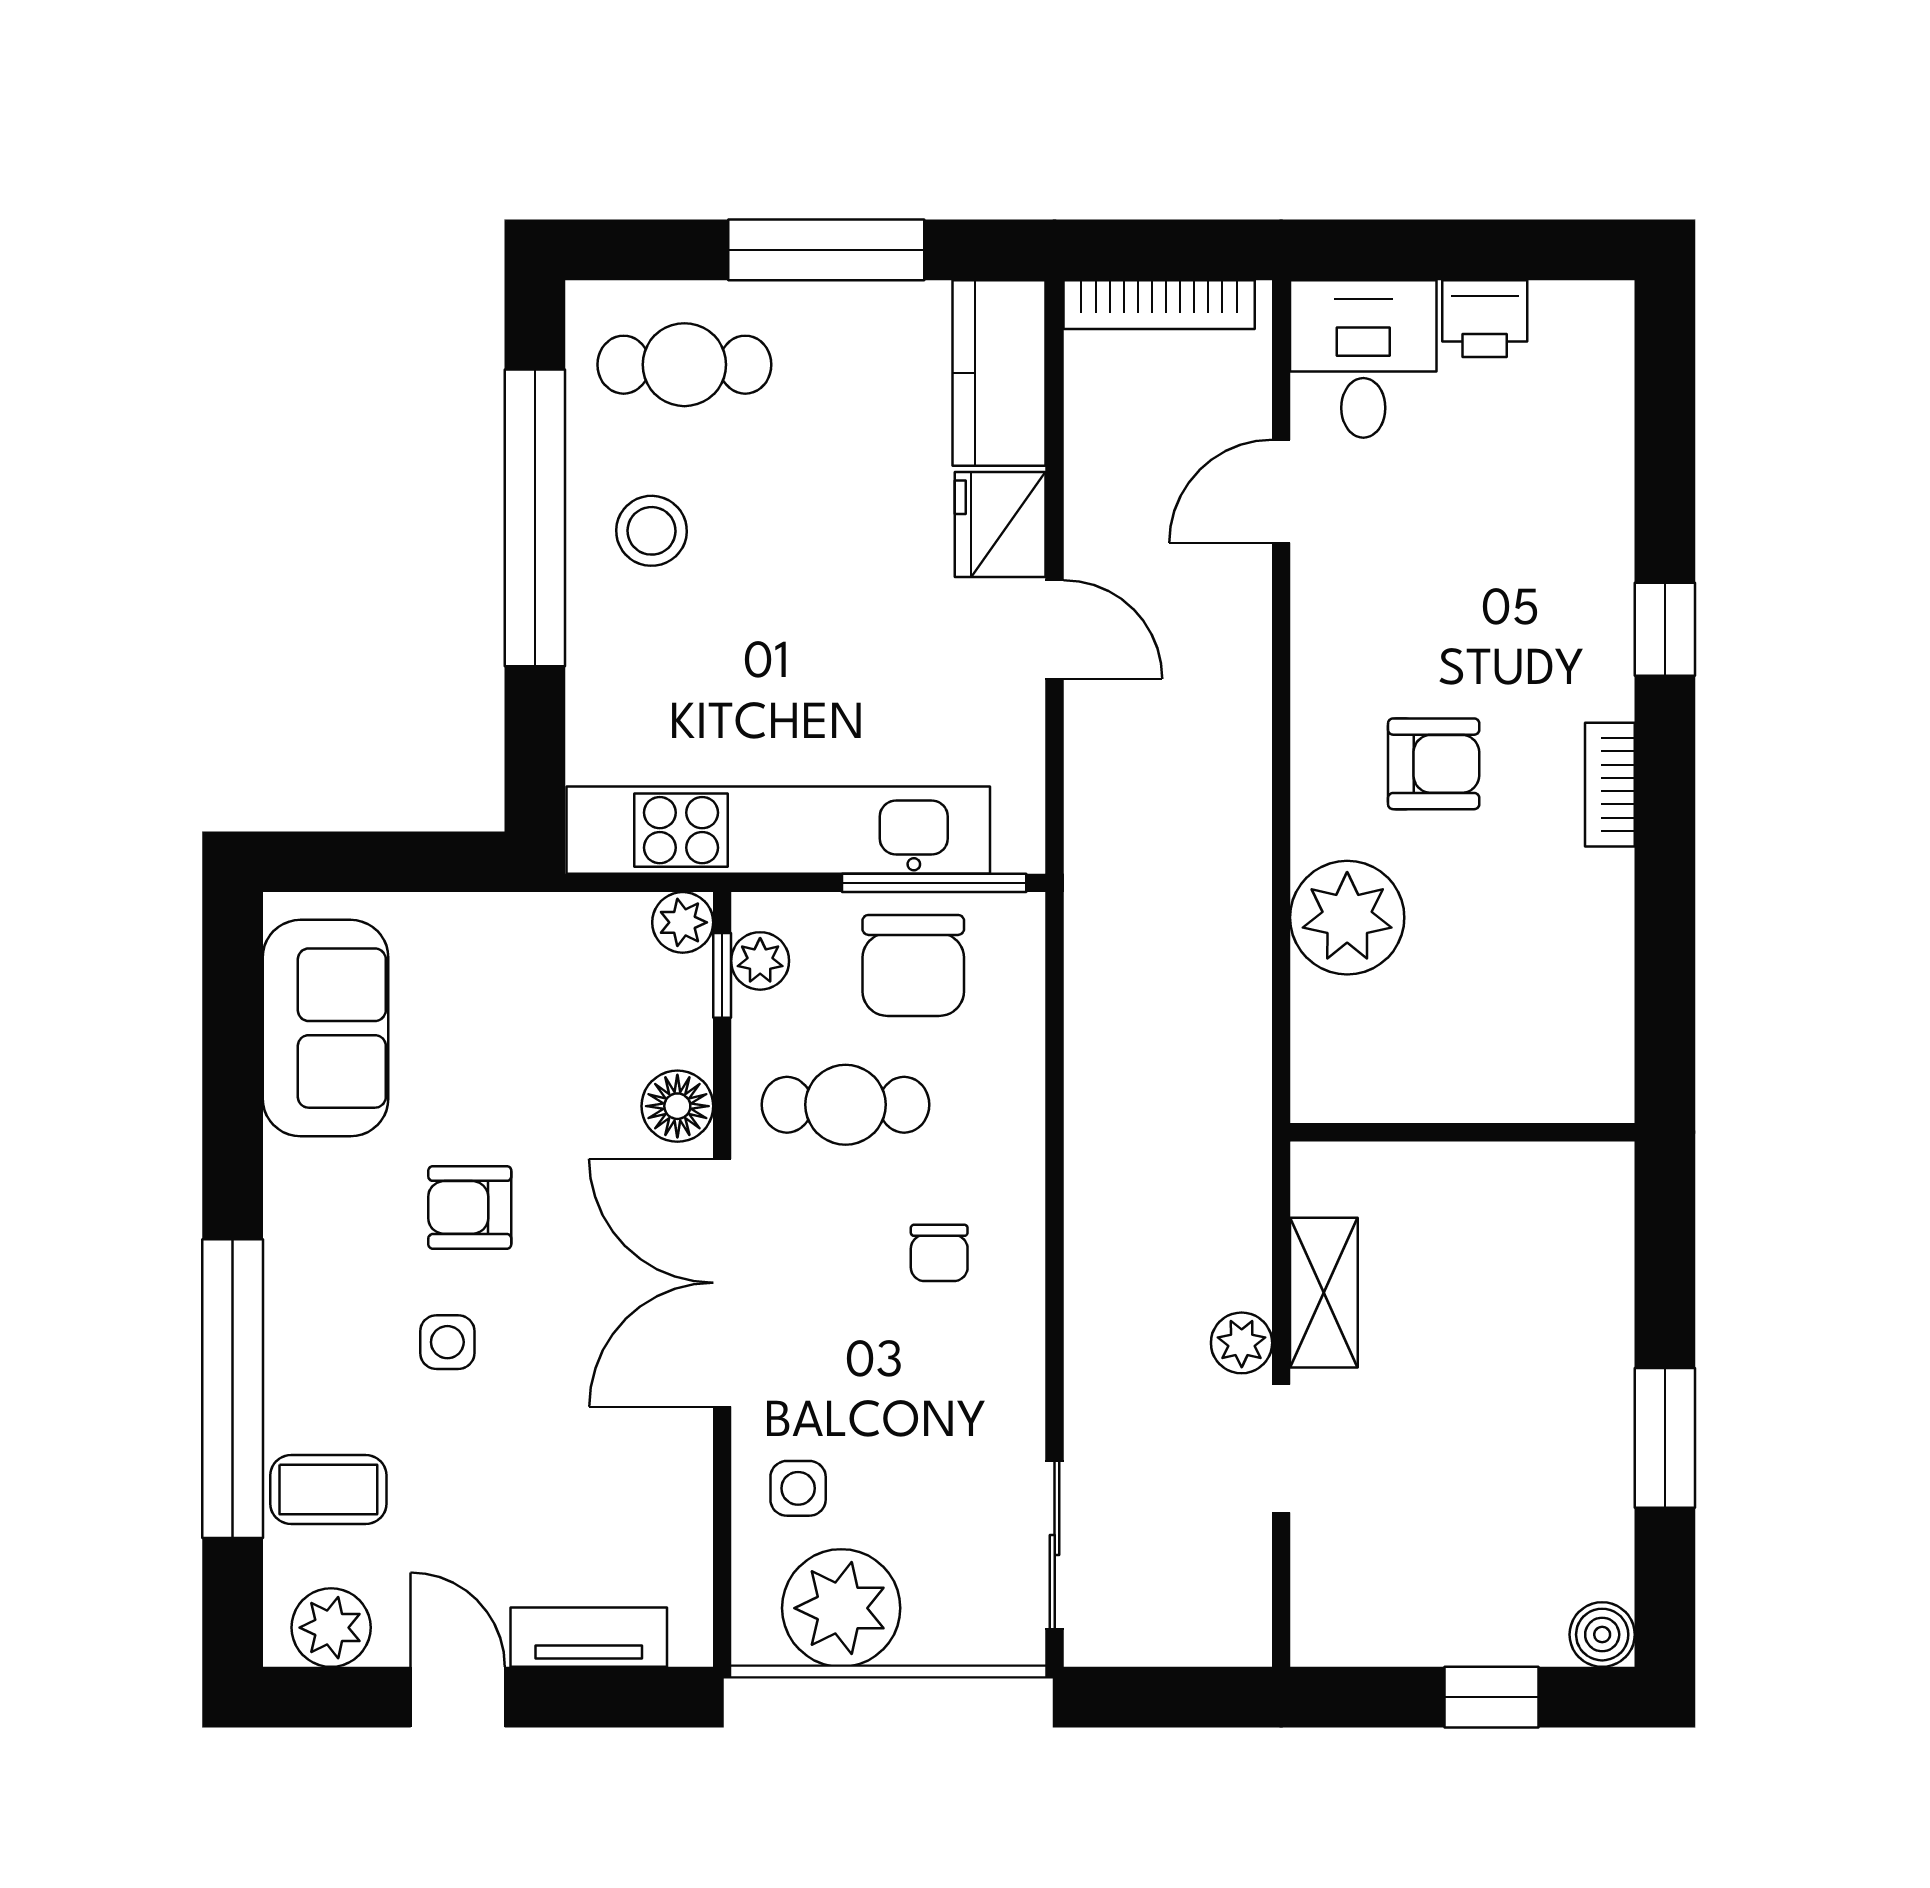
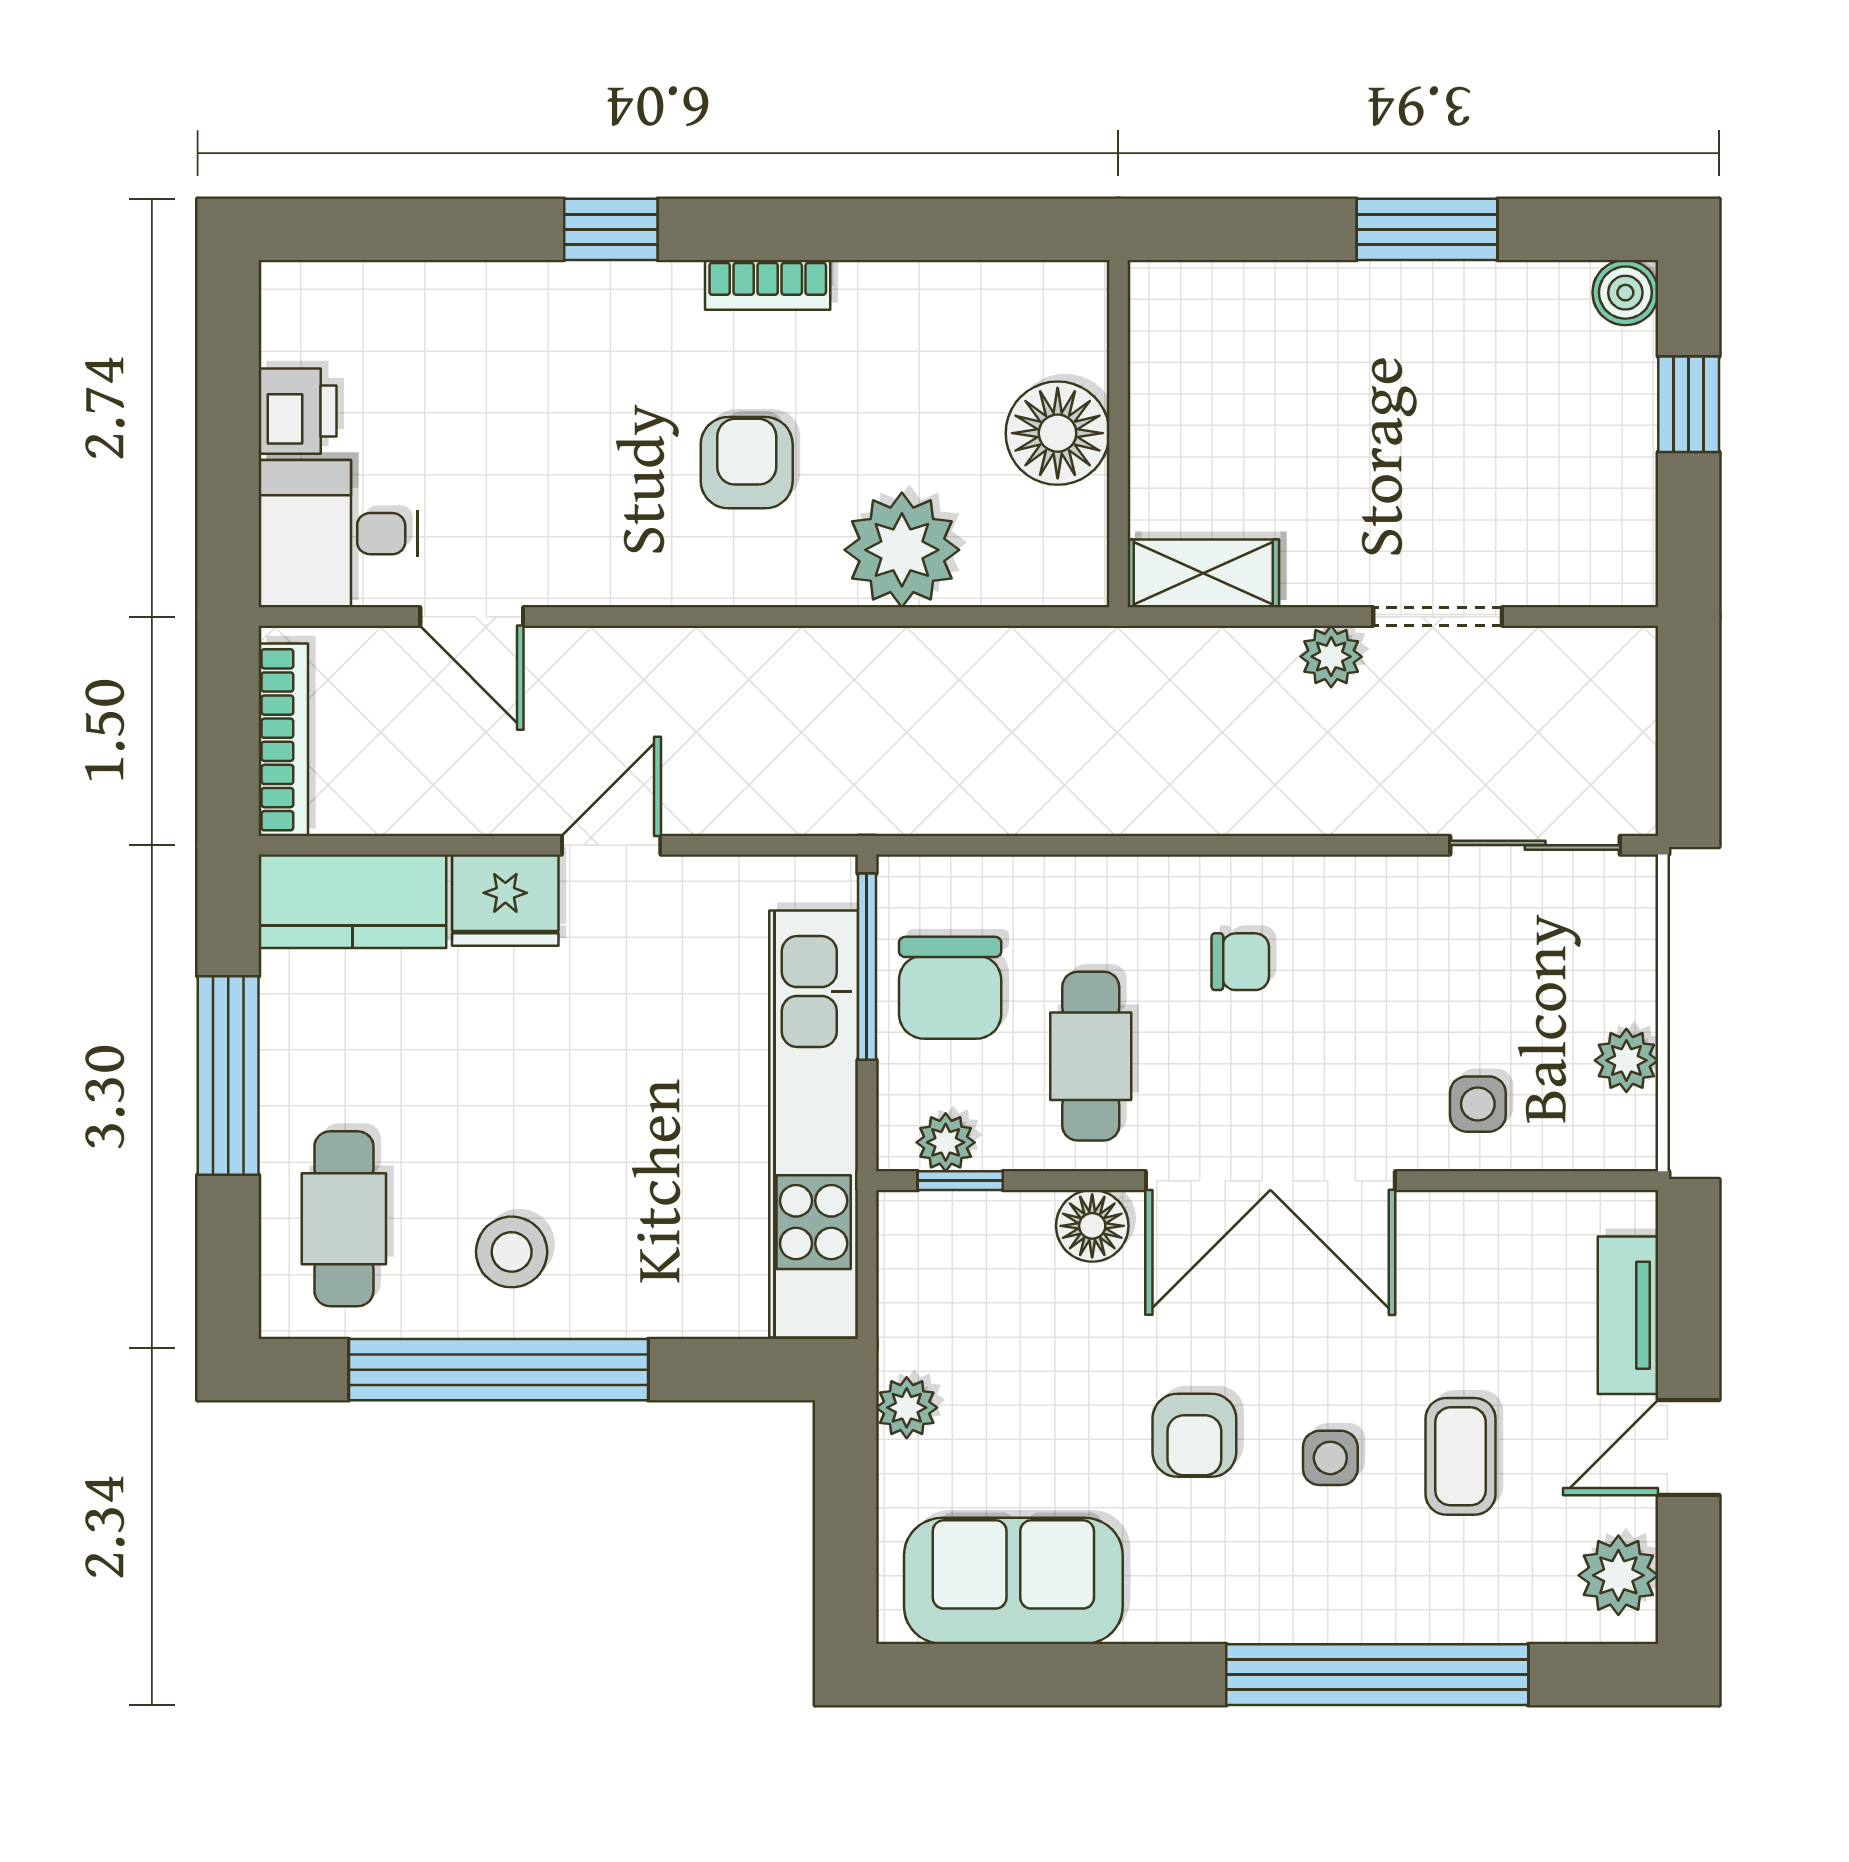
plant: (683, 922) -> (907, 1408), moved
chair: (913, 965) -> (950, 988), turned 90
floor lamp: (1463, 1072) -> (1058, 433), added
shelving: (1324, 1293) -> (1203, 573), moved
coffee table: (328, 1490) -> (1460, 1456), moved
plant: (841, 1608) -> (1626, 1060), width x0.53, depth x0.53

